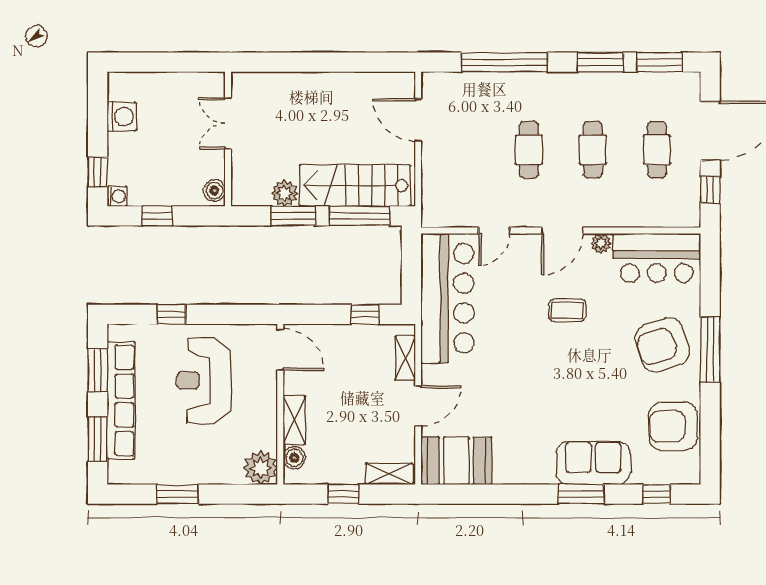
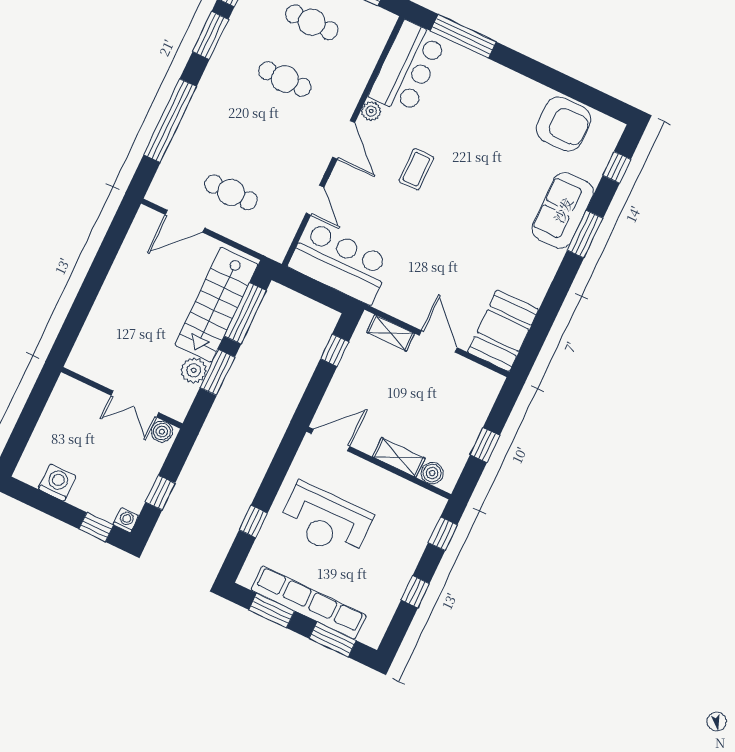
double door: (228, 123) -> (135, 404), moved
cafe table: (529, 150) -> (231, 192), moved
bar counter: (447, 298) -> (340, 263), width x0.73
armchair: (662, 345) -> (487, 100), removed
window: (710, 350) -> (463, 36), moved
armchair: (673, 426) -> (564, 124), turned -90
plant: (261, 468) -> (427, 507), removed
shelving: (389, 474) -> (486, 396), removed
window: (178, 494) -> (415, 592), width x0.67
window: (243, 494) -> (443, 534), added

